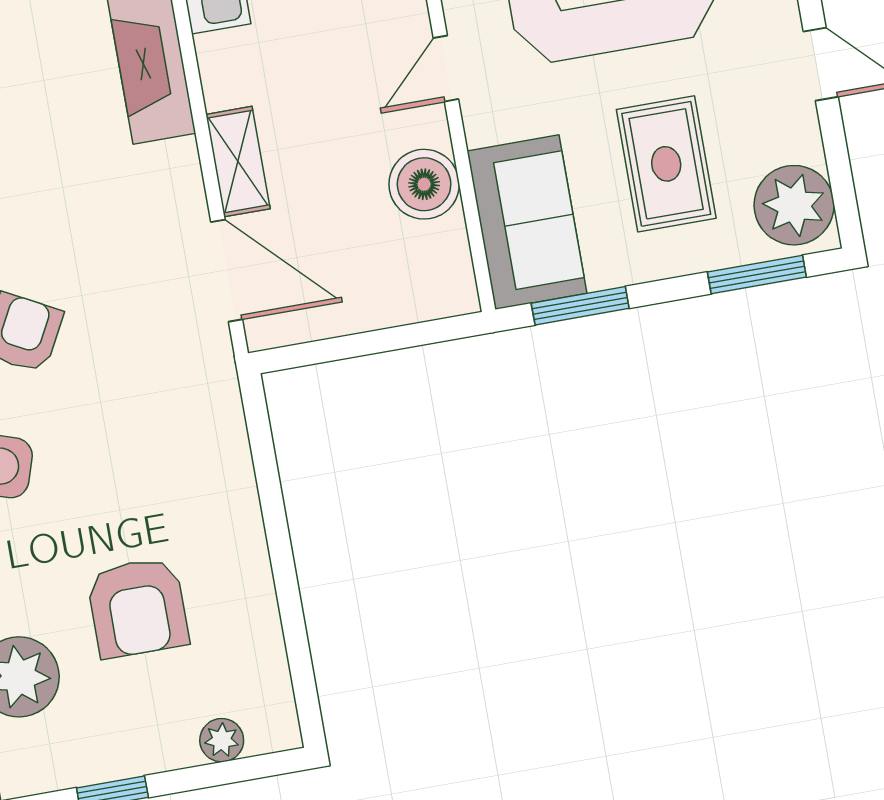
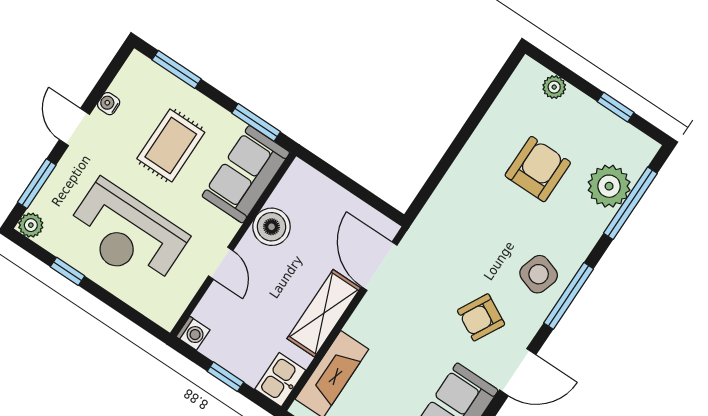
door: (446, 69) -> (221, 263), hinge flipped
water cooler: (805, 140) -> (109, 104), added
shelving: (238, 162) -> (324, 313), width x1.50, depth x1.33
plant: (794, 205) -> (137, 82), removed

